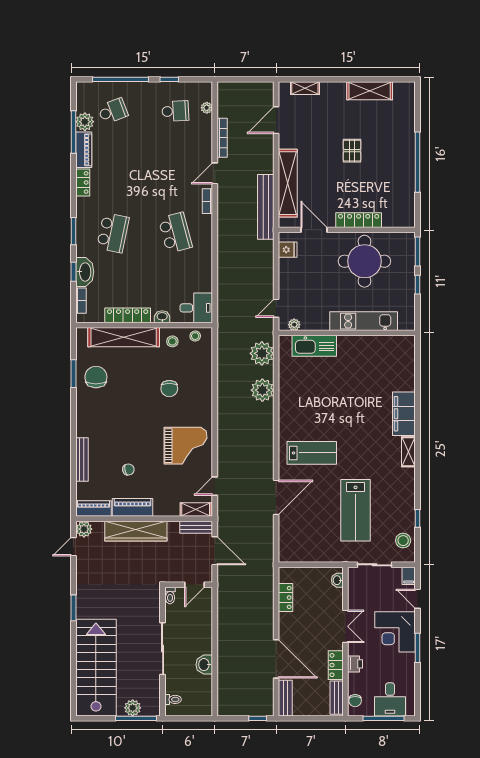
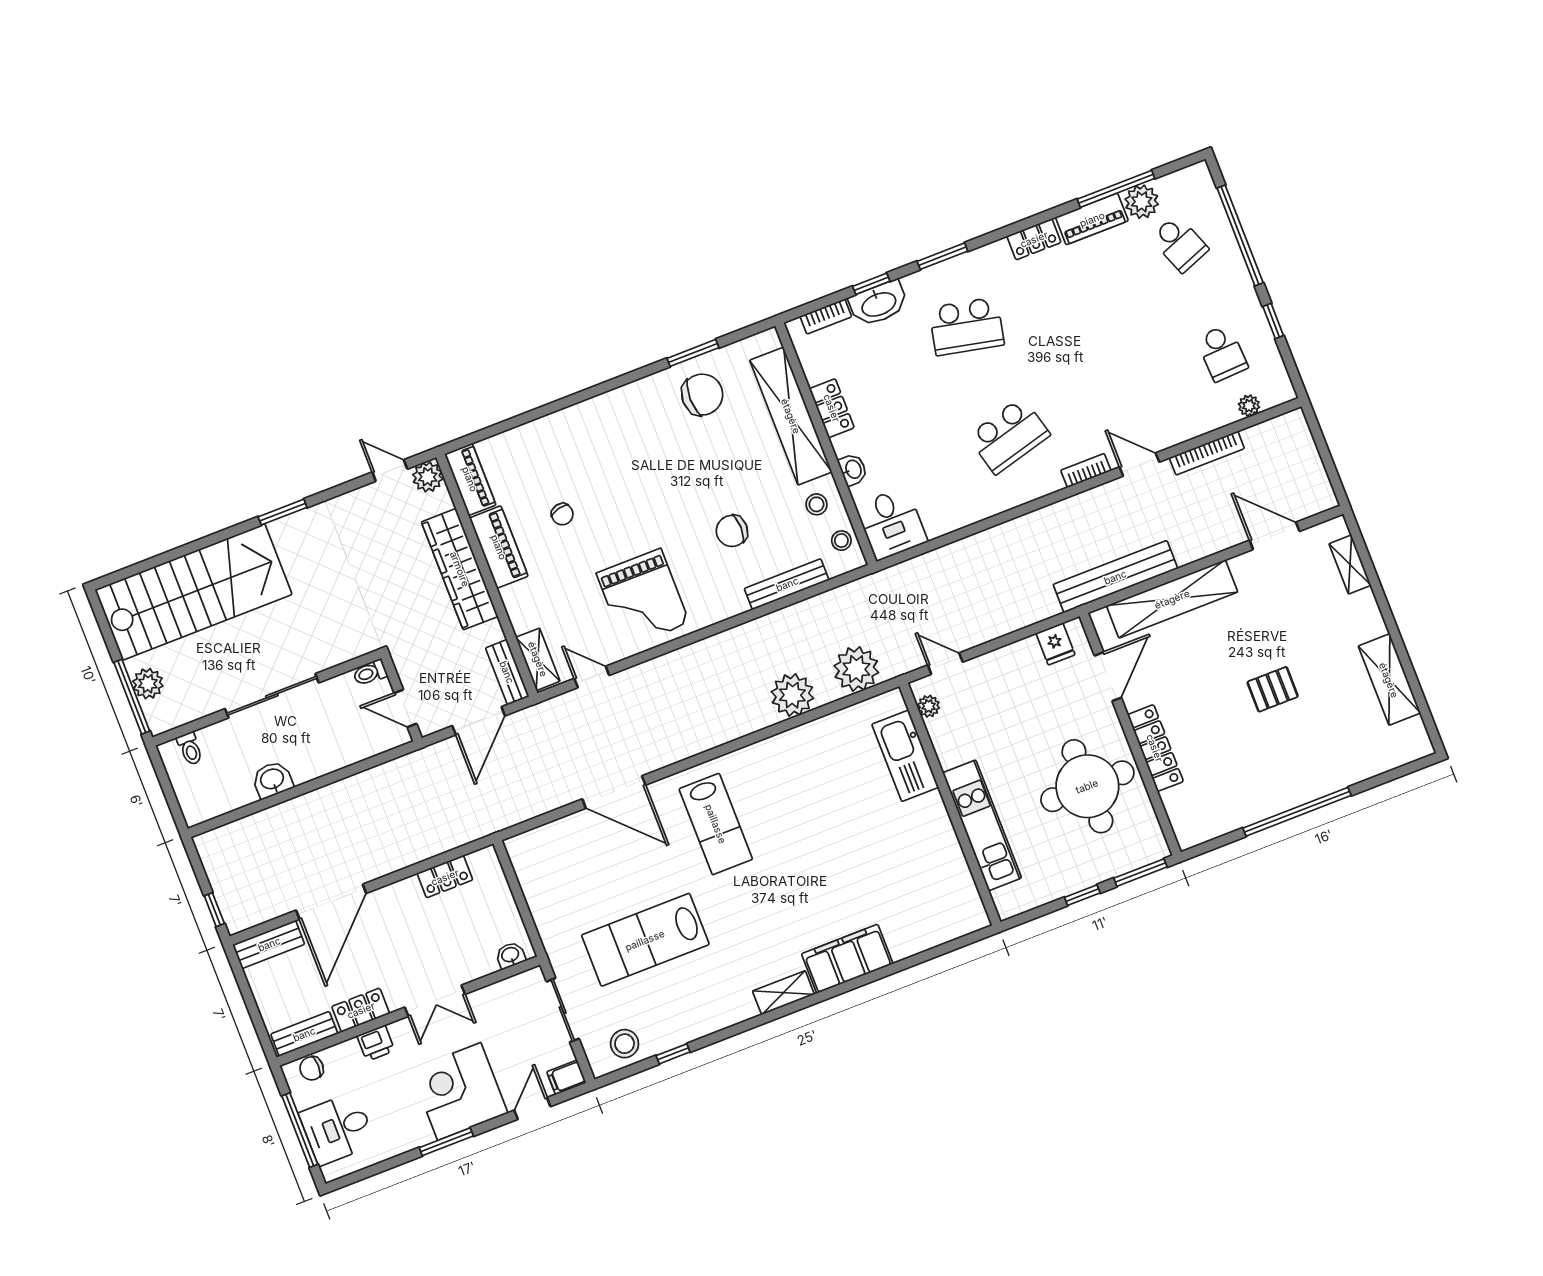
locker: (128, 315) -> (832, 408), width x0.66
bench: (82, 459) -> (787, 584), moved

